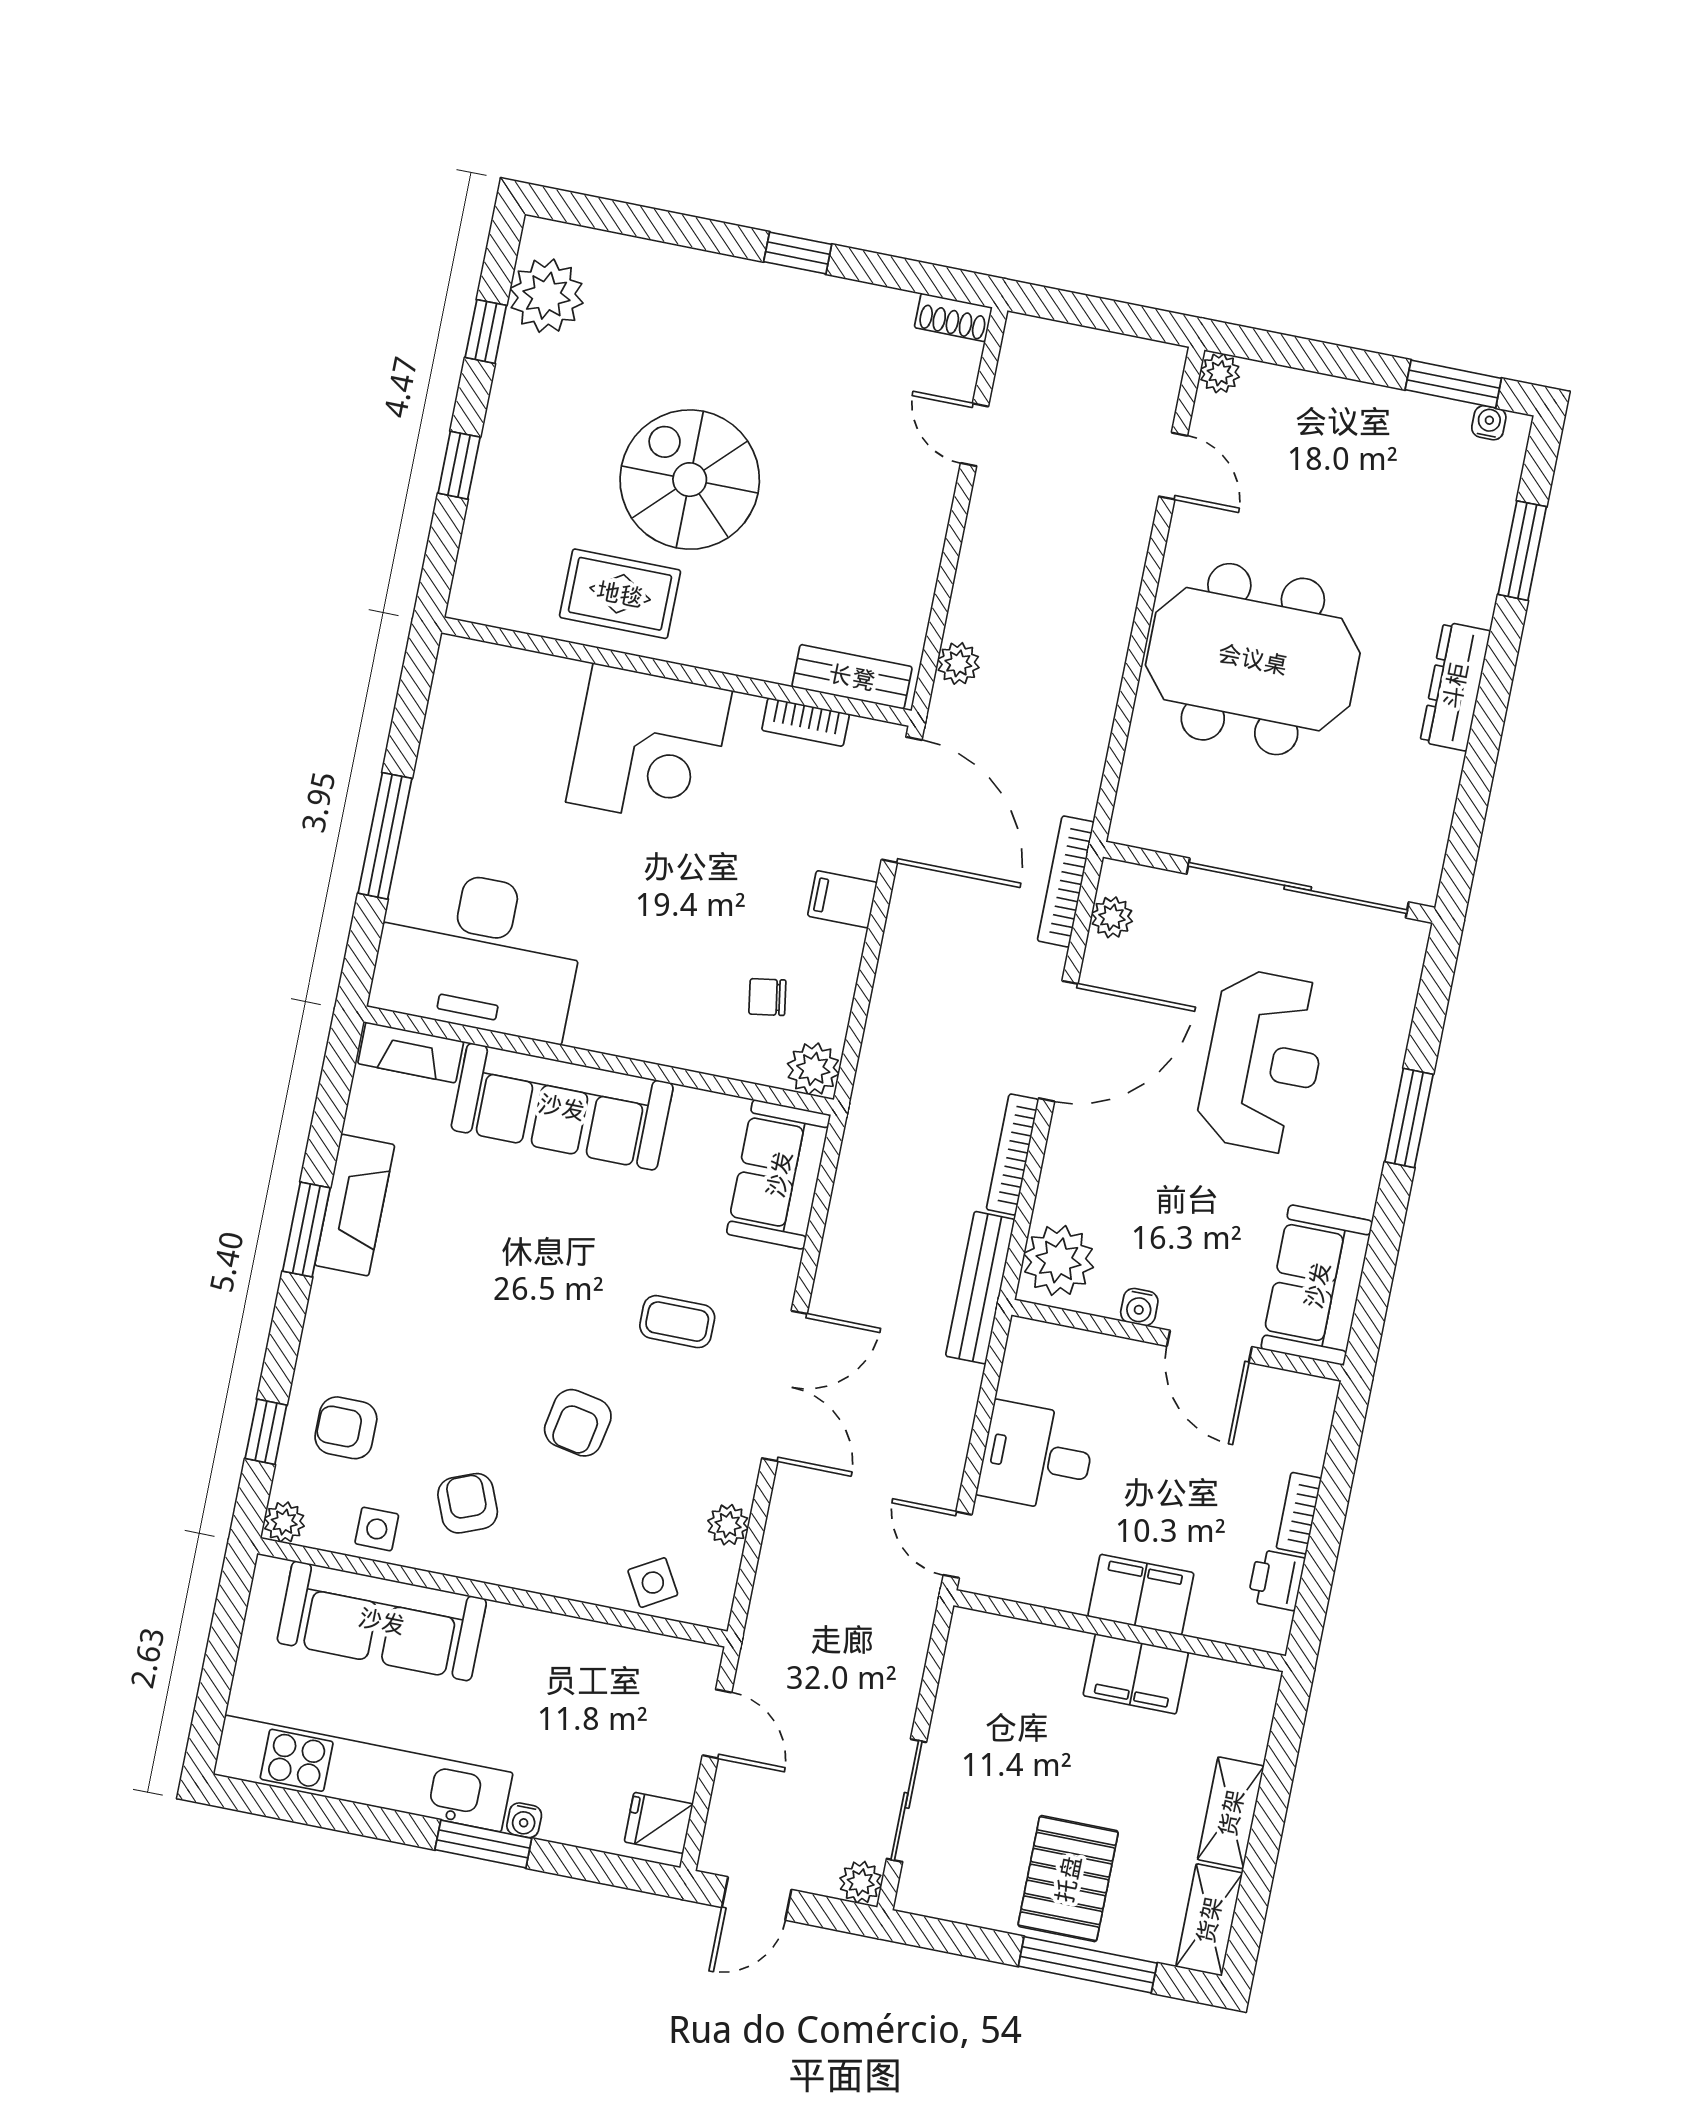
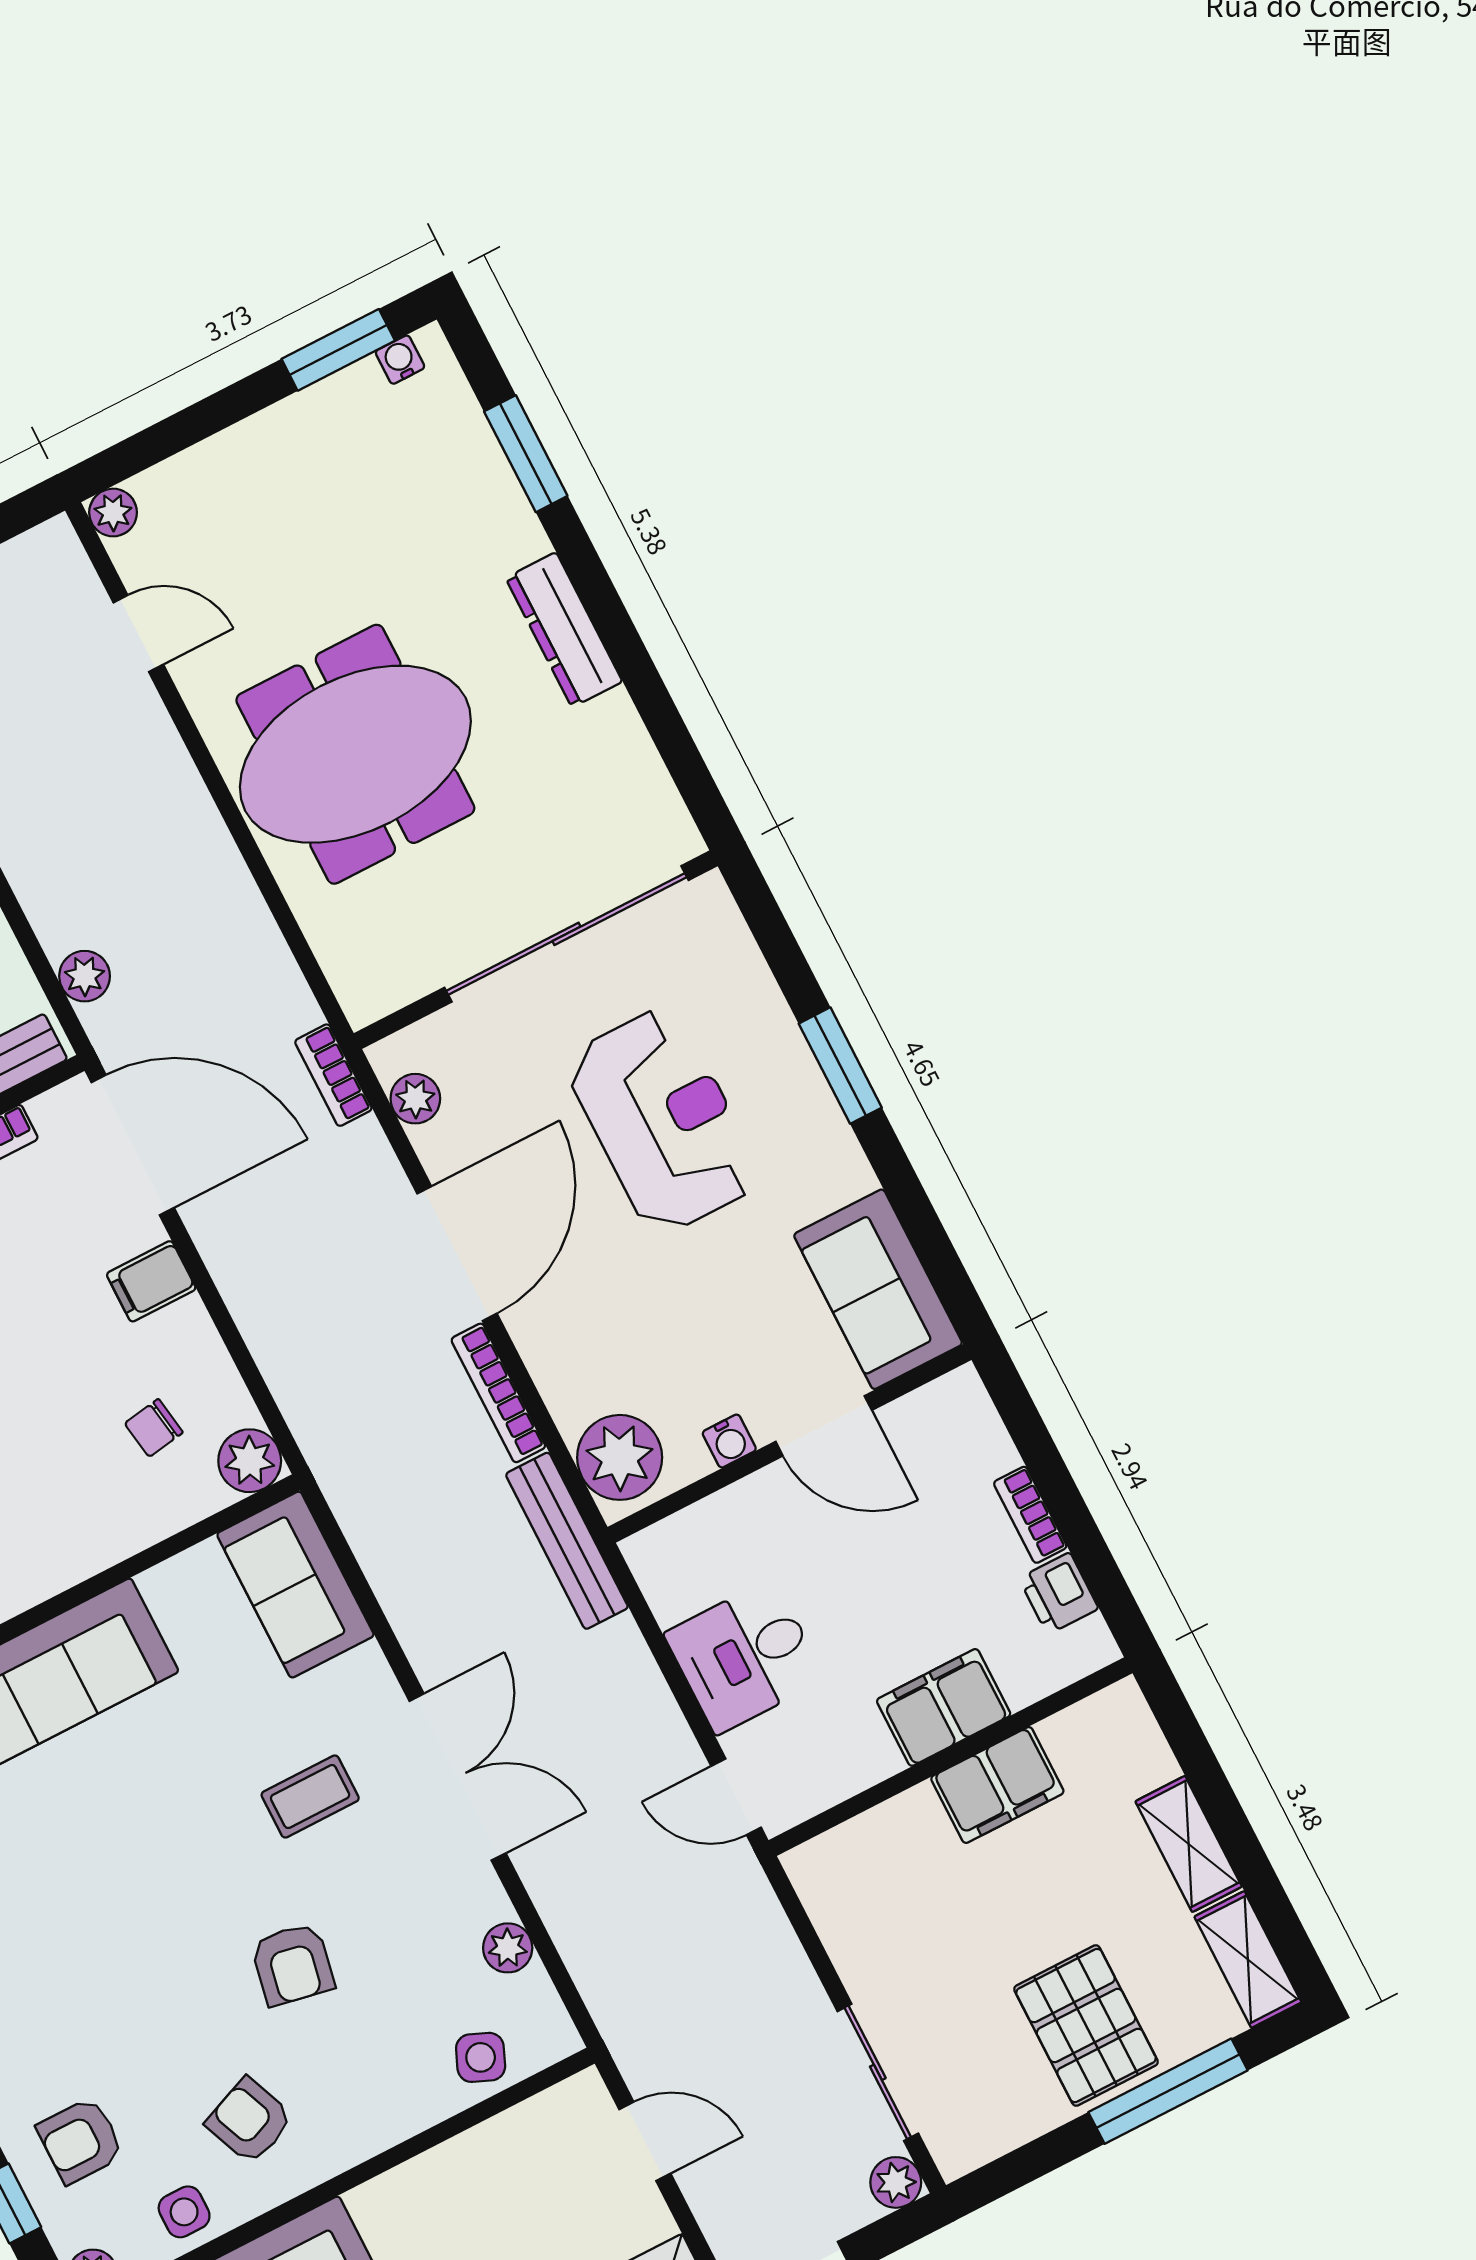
bookcase: (1066, 881) -> (333, 1075), width x0.64
side table: (653, 1583) -> (481, 2057), turned -37

